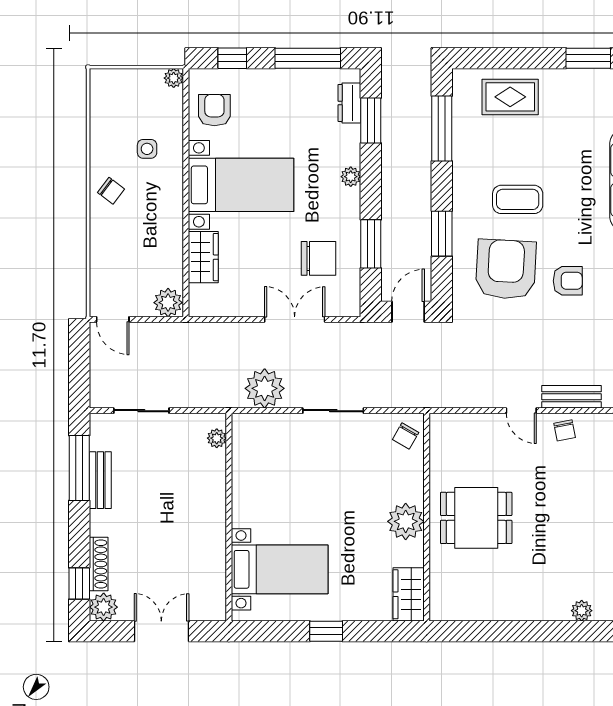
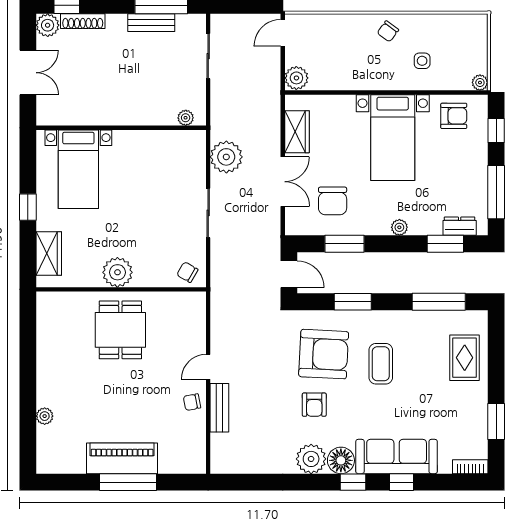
wardrobe: (203, 257) -> (297, 132), moved, turned -90
wardrobe: (409, 594) -> (49, 253), moved, turned 90

